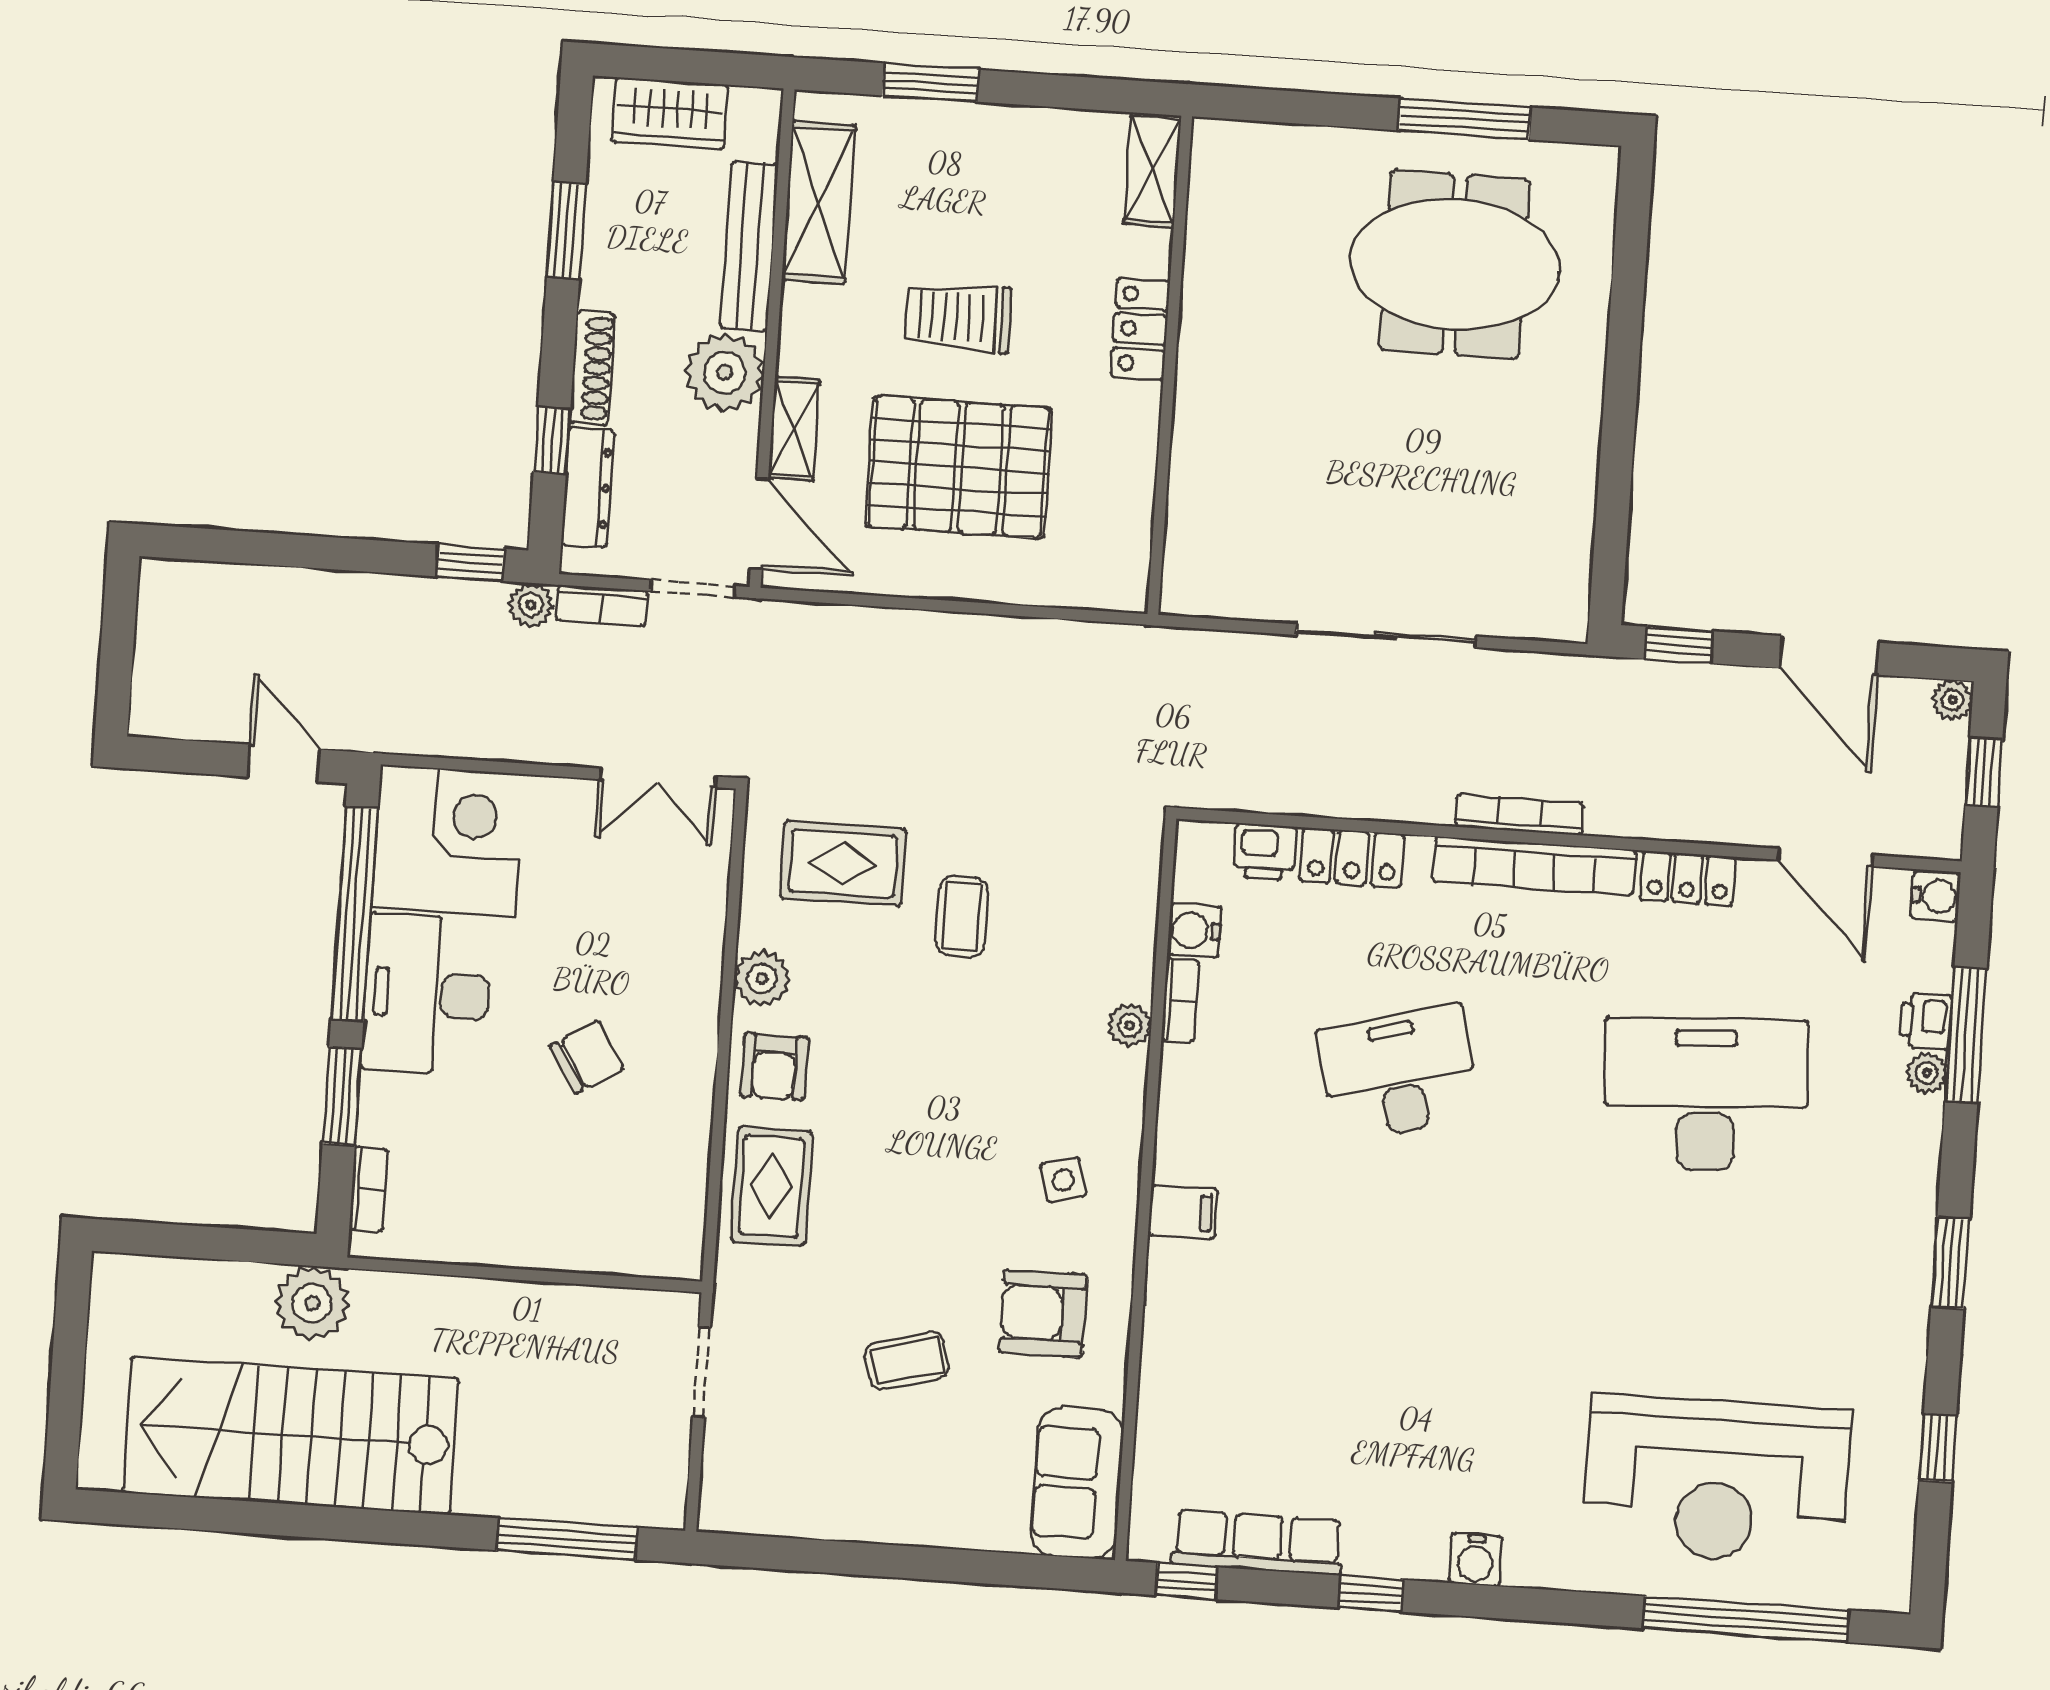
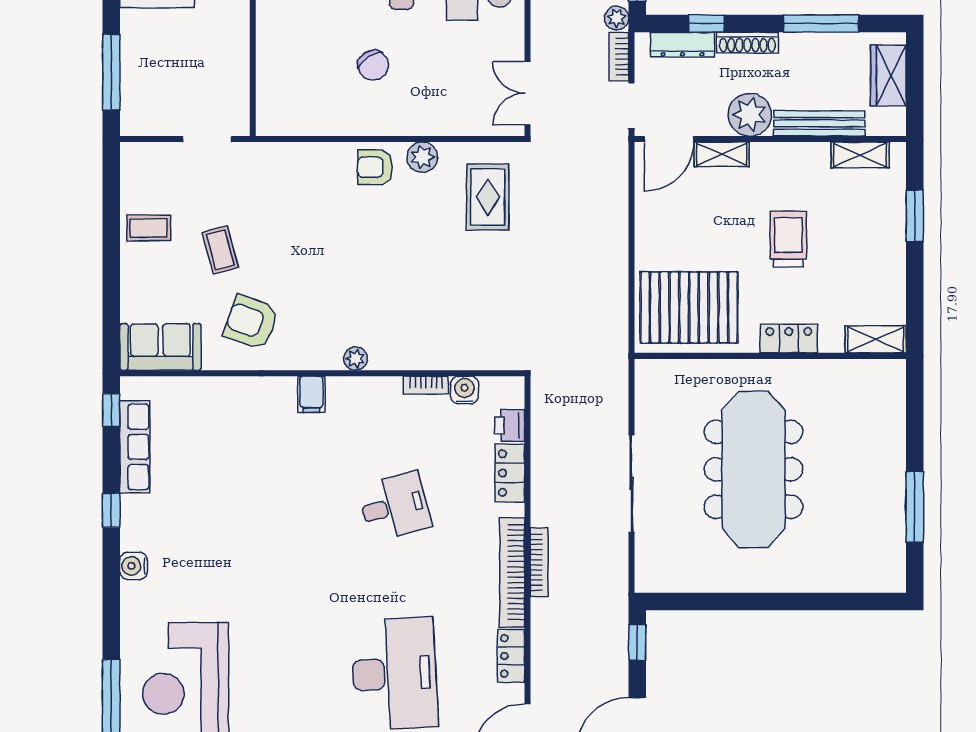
shelving: (818, 202) -> (860, 155), width x0.67, depth x0.75
window: (566, 230) -> (821, 23), width x1.44
meeting table: (1455, 265) -> (753, 469), moved, width x1.36
pallet: (959, 467) -> (689, 307), moved, turned 90
coffee table: (962, 917) -> (149, 228), moved
plant: (1130, 1025) -> (356, 359), moved
desk: (1399, 1074) -> (394, 506), width x0.73
side table: (1063, 1180) -> (324, 328), removed
rug: (771, 1186) -> (310, 170), removed
armchair: (1043, 1313) -> (251, 322), turned -70

